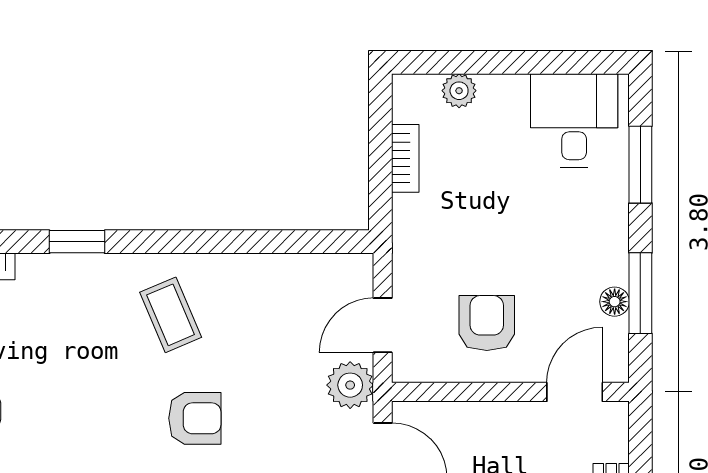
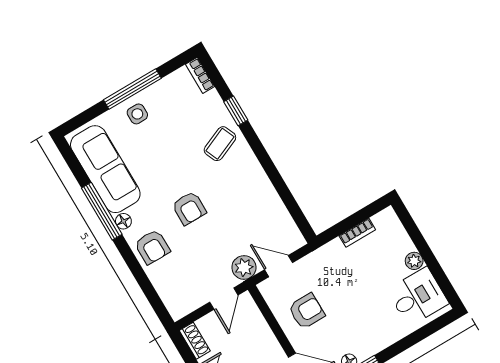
plant: (459, 91) -> (414, 261), moved
window: (640, 165) -> (416, 337), removed
coffee table: (171, 315) -> (220, 144), moved

